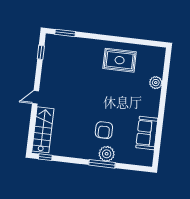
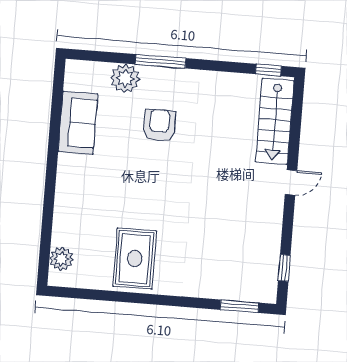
rug: (120, 60) -> (135, 259), turned 90
plant: (156, 83) -> (61, 259), moved
plant: (107, 154) -> (125, 78), moved

